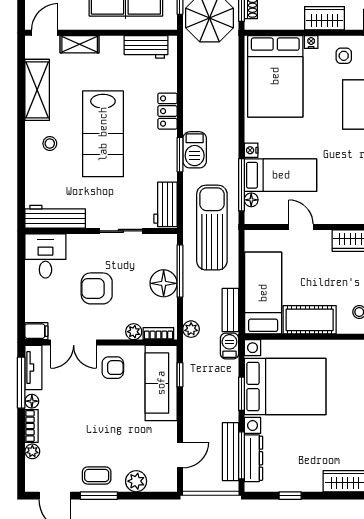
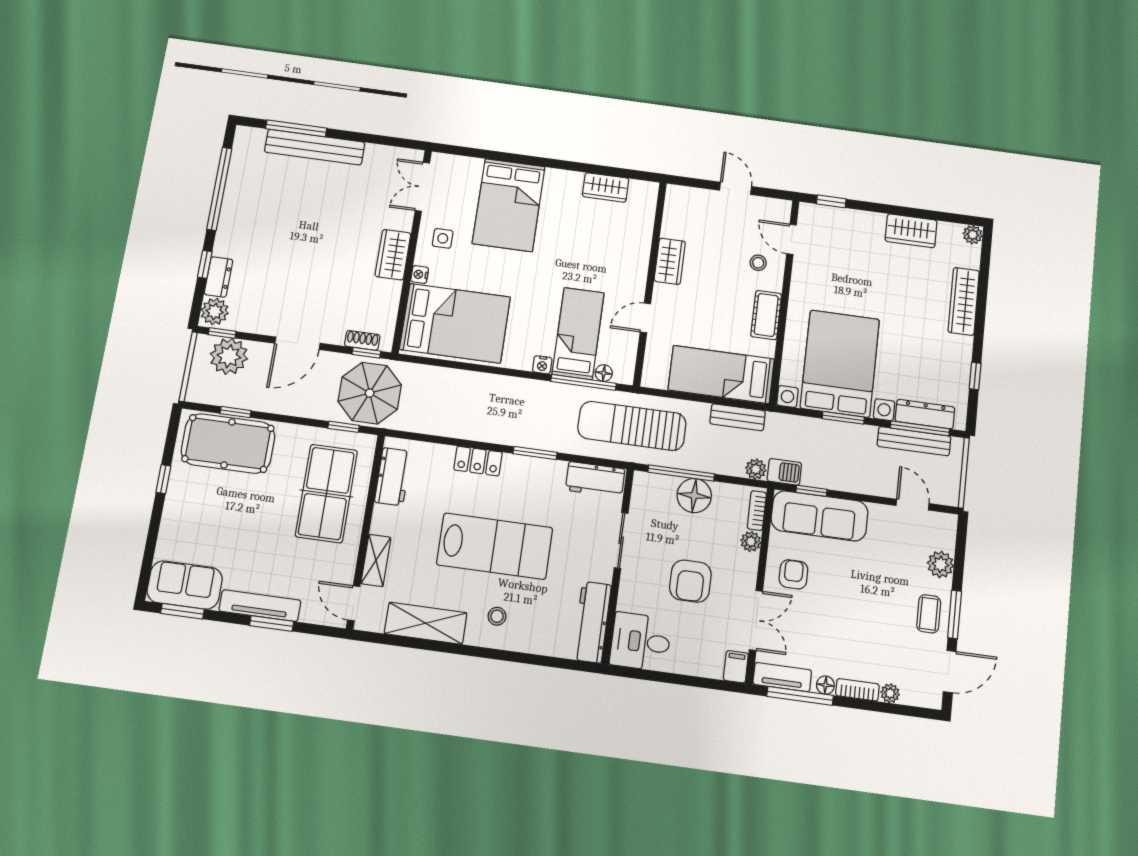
barbecue: (195, 150) -> (532, 434), removed
cot: (310, 320) -> (766, 315), width x0.73, depth x0.75
barbecue: (229, 346) -> (784, 472), moved, turned 180

